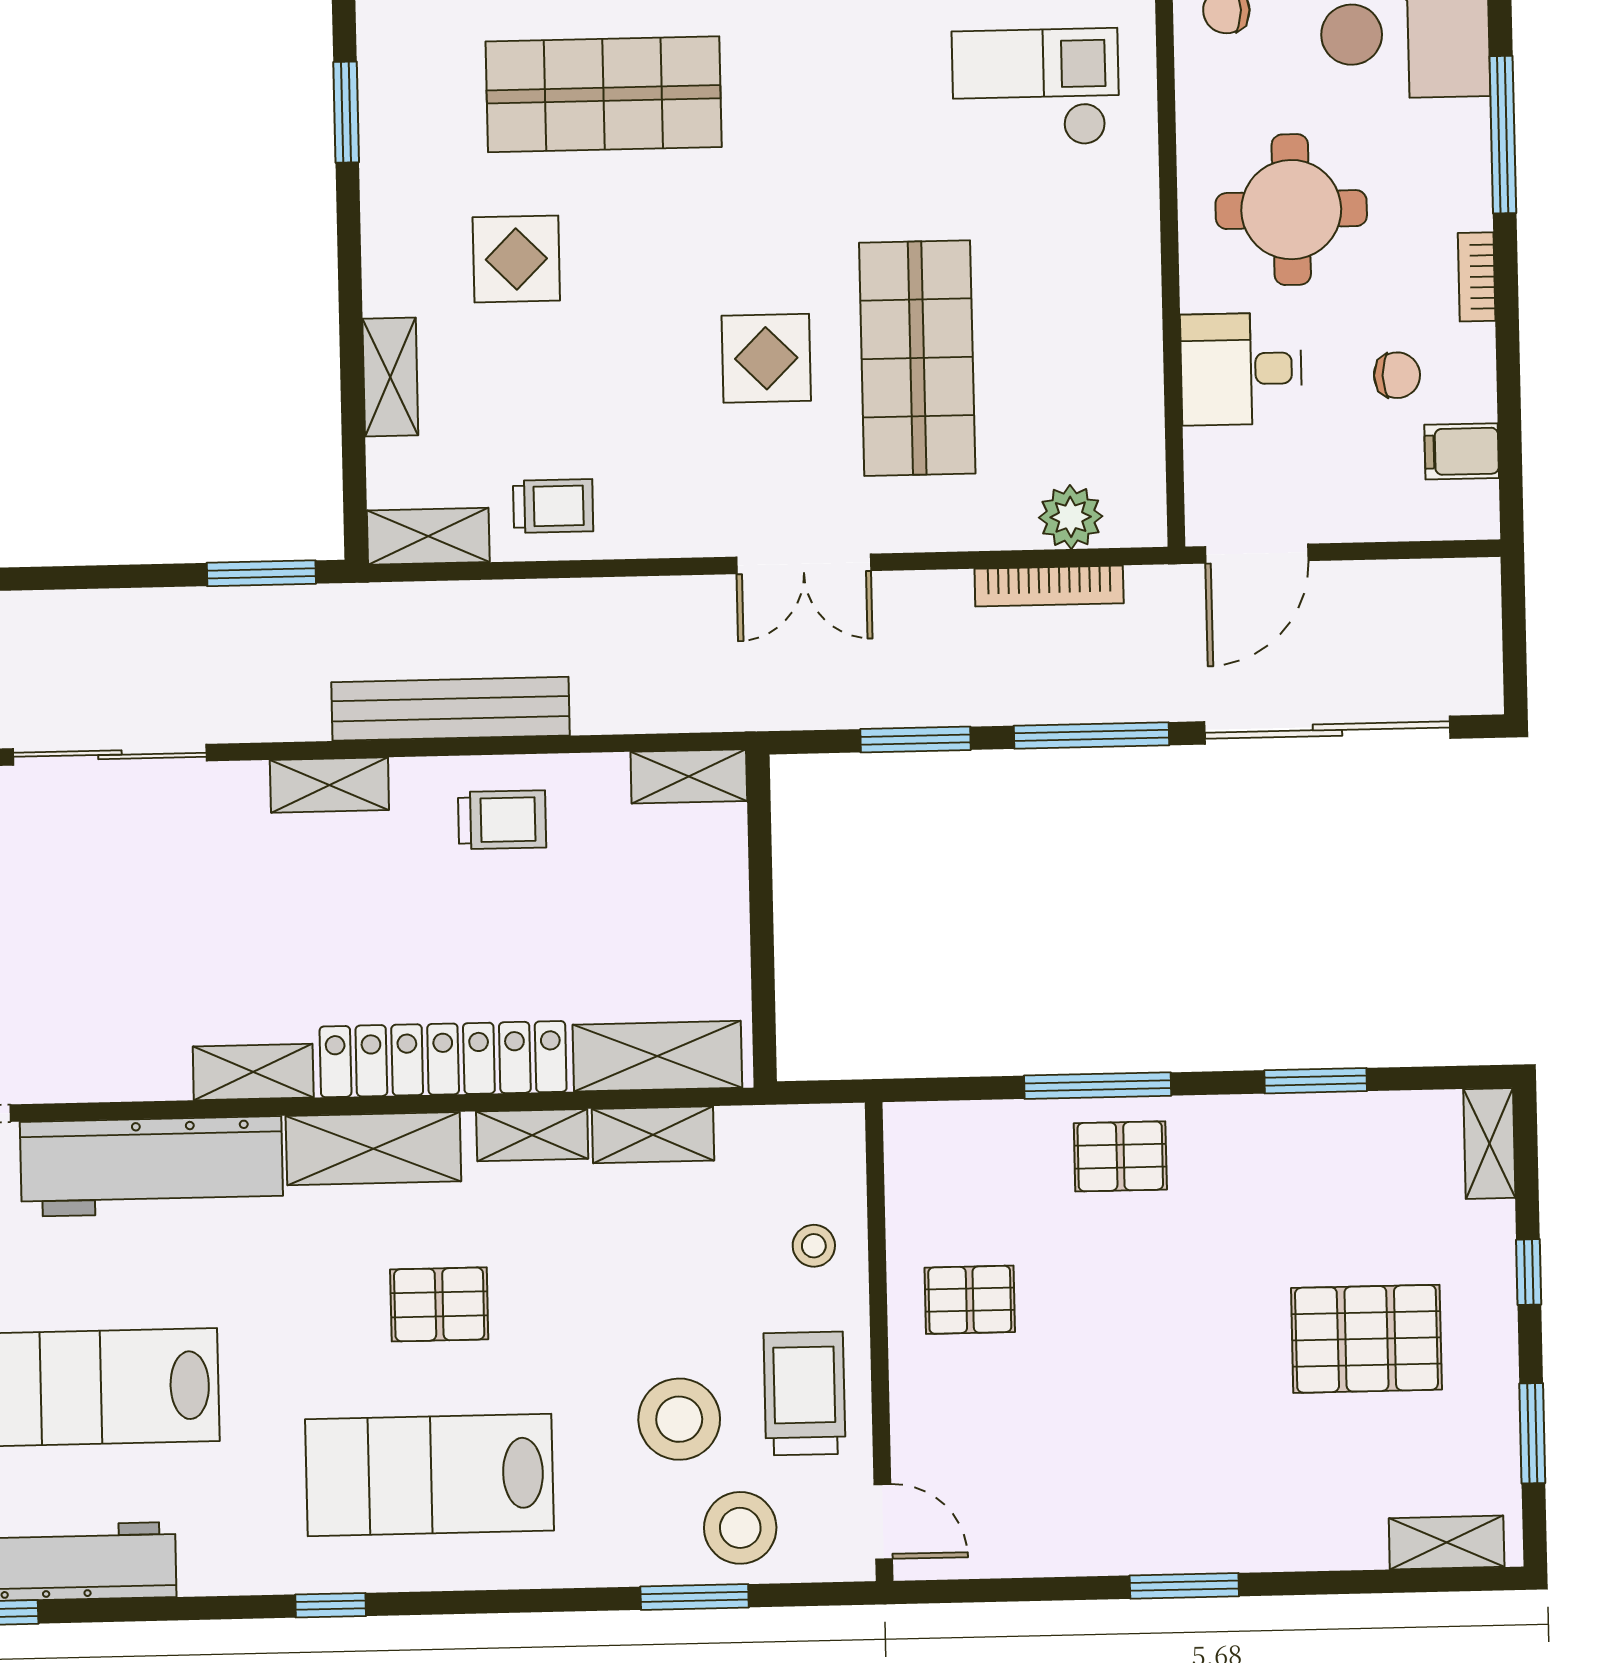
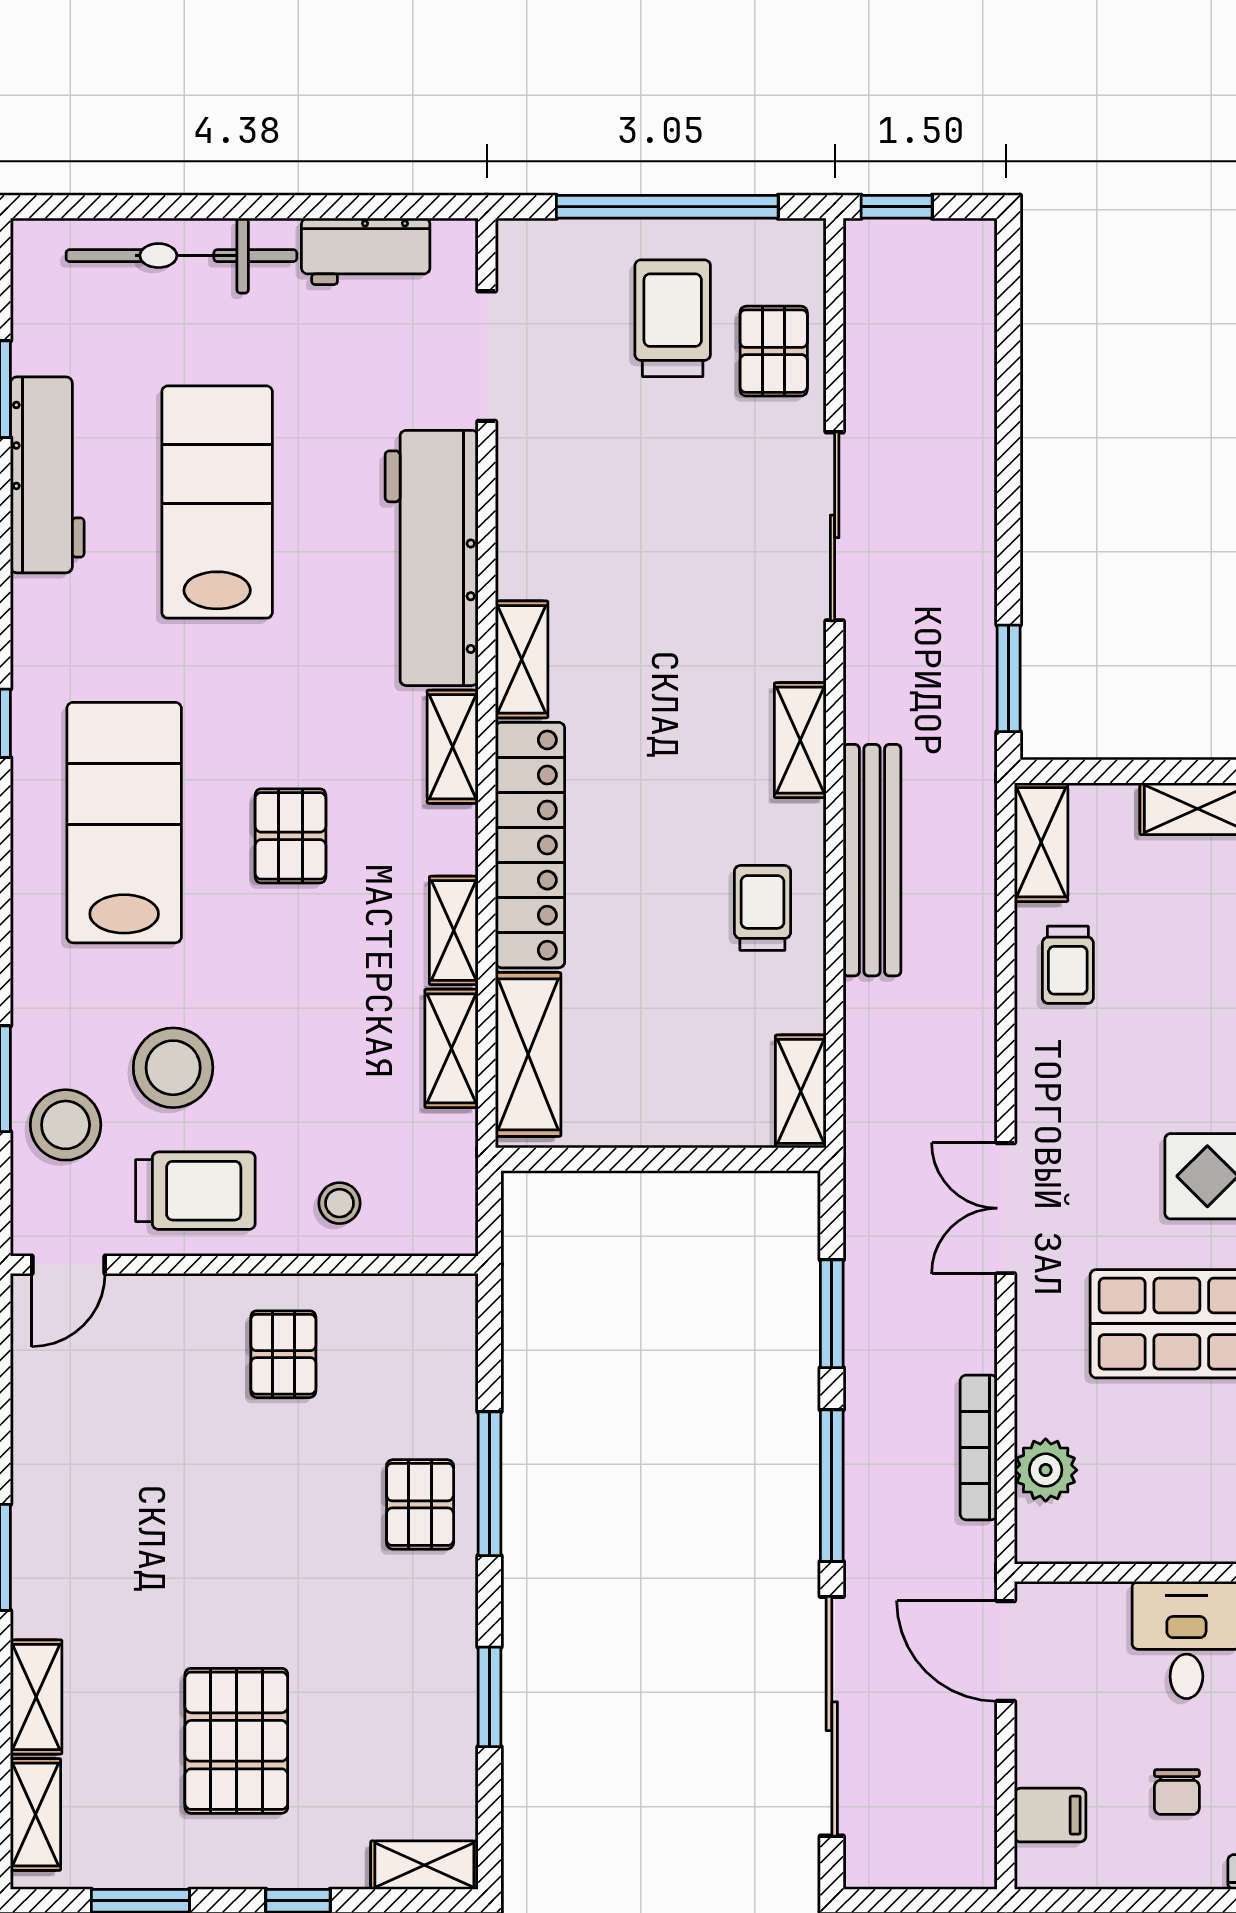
filing cabinet: (1462, 451) -> (1050, 1815), moved, turned 90
trolley: (502, 820) -> (762, 908), turned 180
shelving: (373, 1149) -> (453, 747), width x0.67, depth x0.75
shelving: (1326, 1545) -> (36, 1697), added

